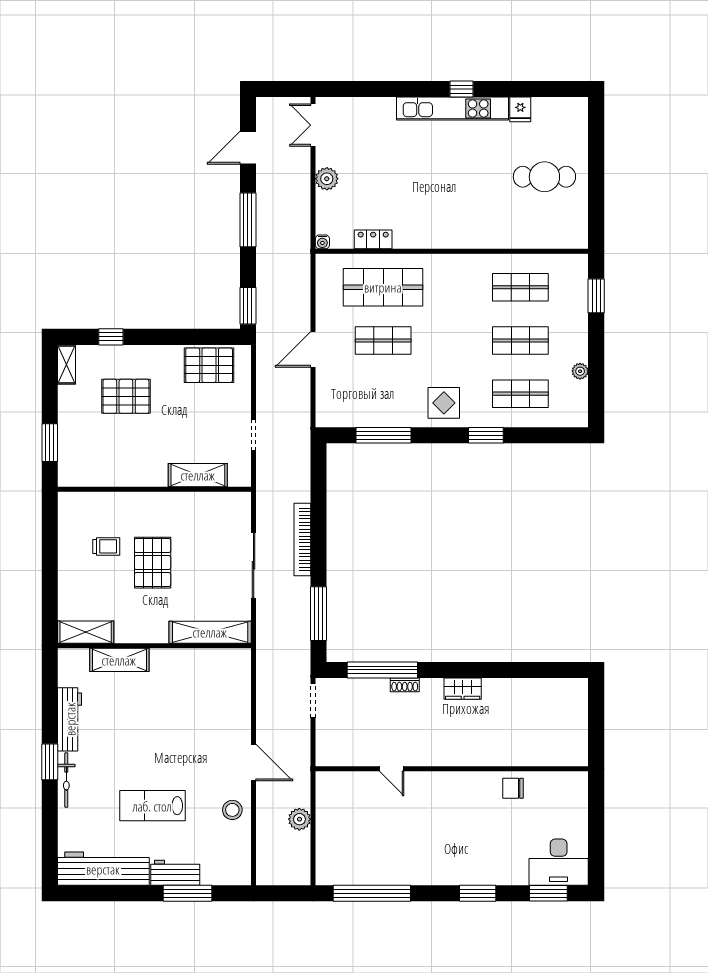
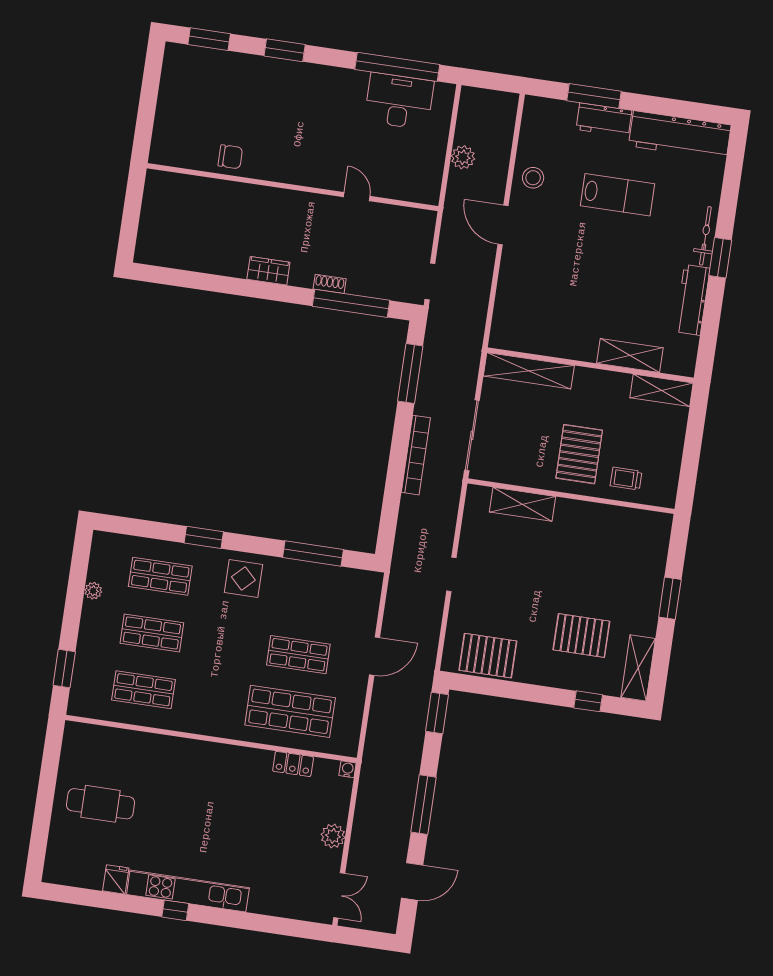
shelving: (66, 364) -> (638, 668), width x1.50, depth x1.33
shelving: (198, 475) -> (522, 504), moved
wall: (154, 489) -> (571, 496), moved
desk: (559, 862) -> (399, 101), moved

